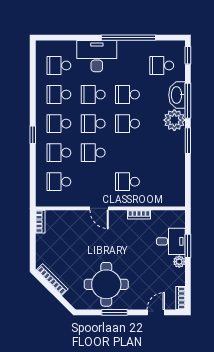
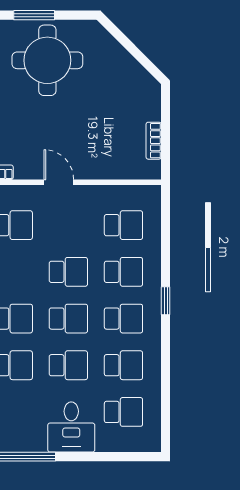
desk: (97, 56) -> (71, 427), width x0.73
bookcase: (40, 222) -> (154, 141), moved
bookcase: (52, 280) -> (134, 68), removed

